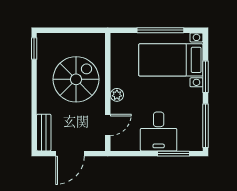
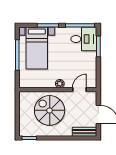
door: (108, 125) -> (79, 90), hinge flipped
desk: (159, 131) -> (84, 39), moved

